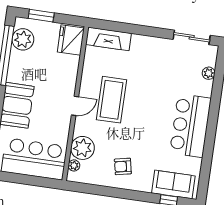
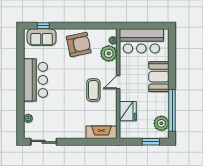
fridge: (71, 40) -> (128, 111), moved
coffee table: (111, 100) -> (93, 90), width x0.73, depth x0.76
armchair: (123, 166) -> (79, 45), width x1.88, depth x1.88

